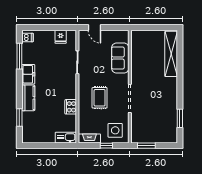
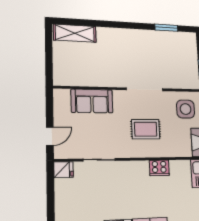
fridge: (61, 37) -> (64, 170), moved
shelving: (171, 54) -> (75, 33), width x0.68

